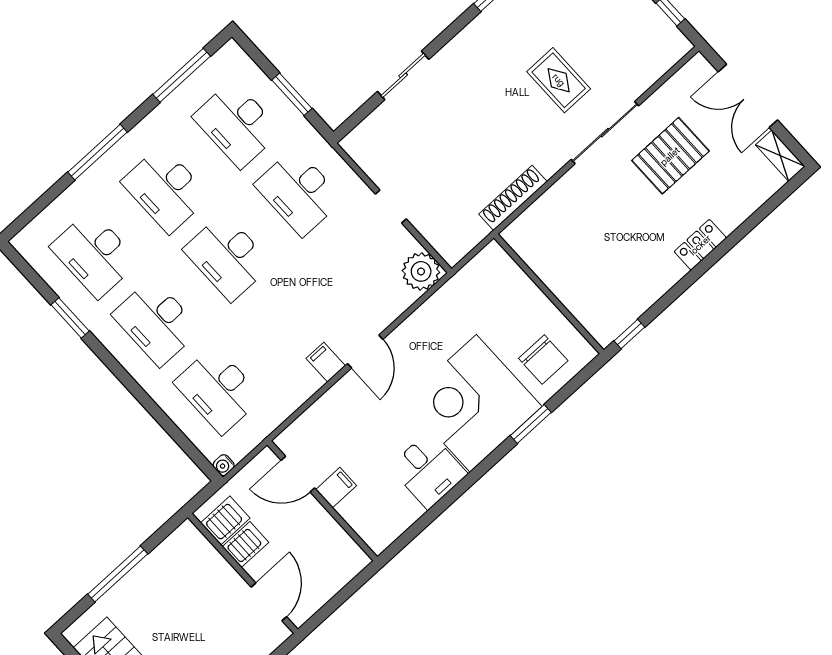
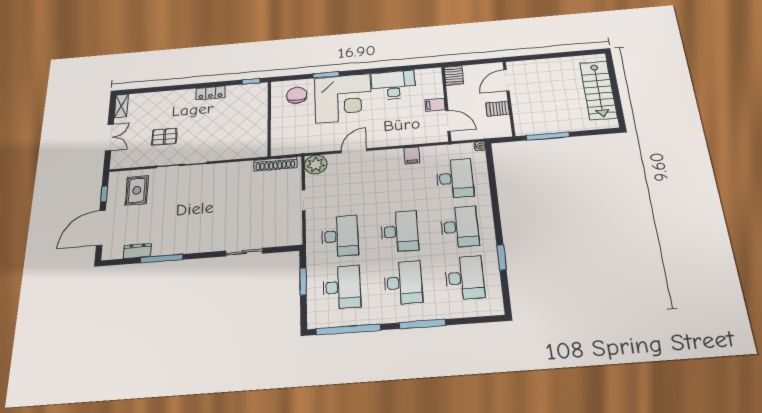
window: (182, 75) -> (348, 329), width x1.46
rug: (559, 80) -> (137, 190), moved
double door: (748, 96) -> (109, 138), width x0.73
pallet: (670, 156) -> (164, 137), width x0.67, depth x0.71
shoe rack: (513, 198) -> (275, 164), moved
locker: (700, 245) -> (210, 93), moved
door: (365, 352) -> (354, 151), moved
filing cabinet: (326, 362) -> (412, 155), moved
desk: (428, 470) -> (393, 85), width x1.37
server rack: (225, 520) -> (454, 76), moved, turned -90
window: (118, 574) -> (548, 136), moved

